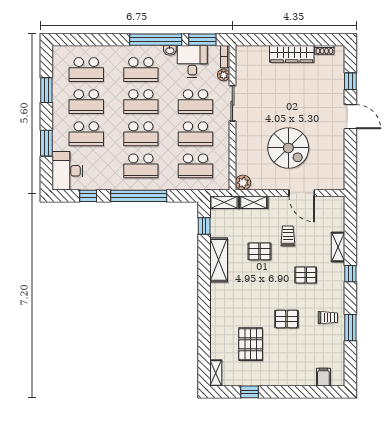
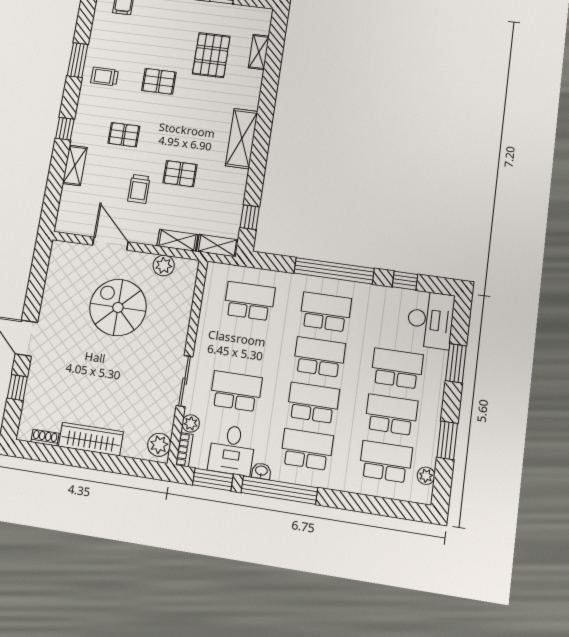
plant: (243, 57) -> (159, 445), added
plant: (58, 64) -> (426, 476), added
school desk: (195, 134) -> (243, 346), removed
plant: (243, 183) -> (164, 265), moved
shelving: (219, 260) -> (242, 139), moved
shelving: (216, 373) -> (259, 52), moved

